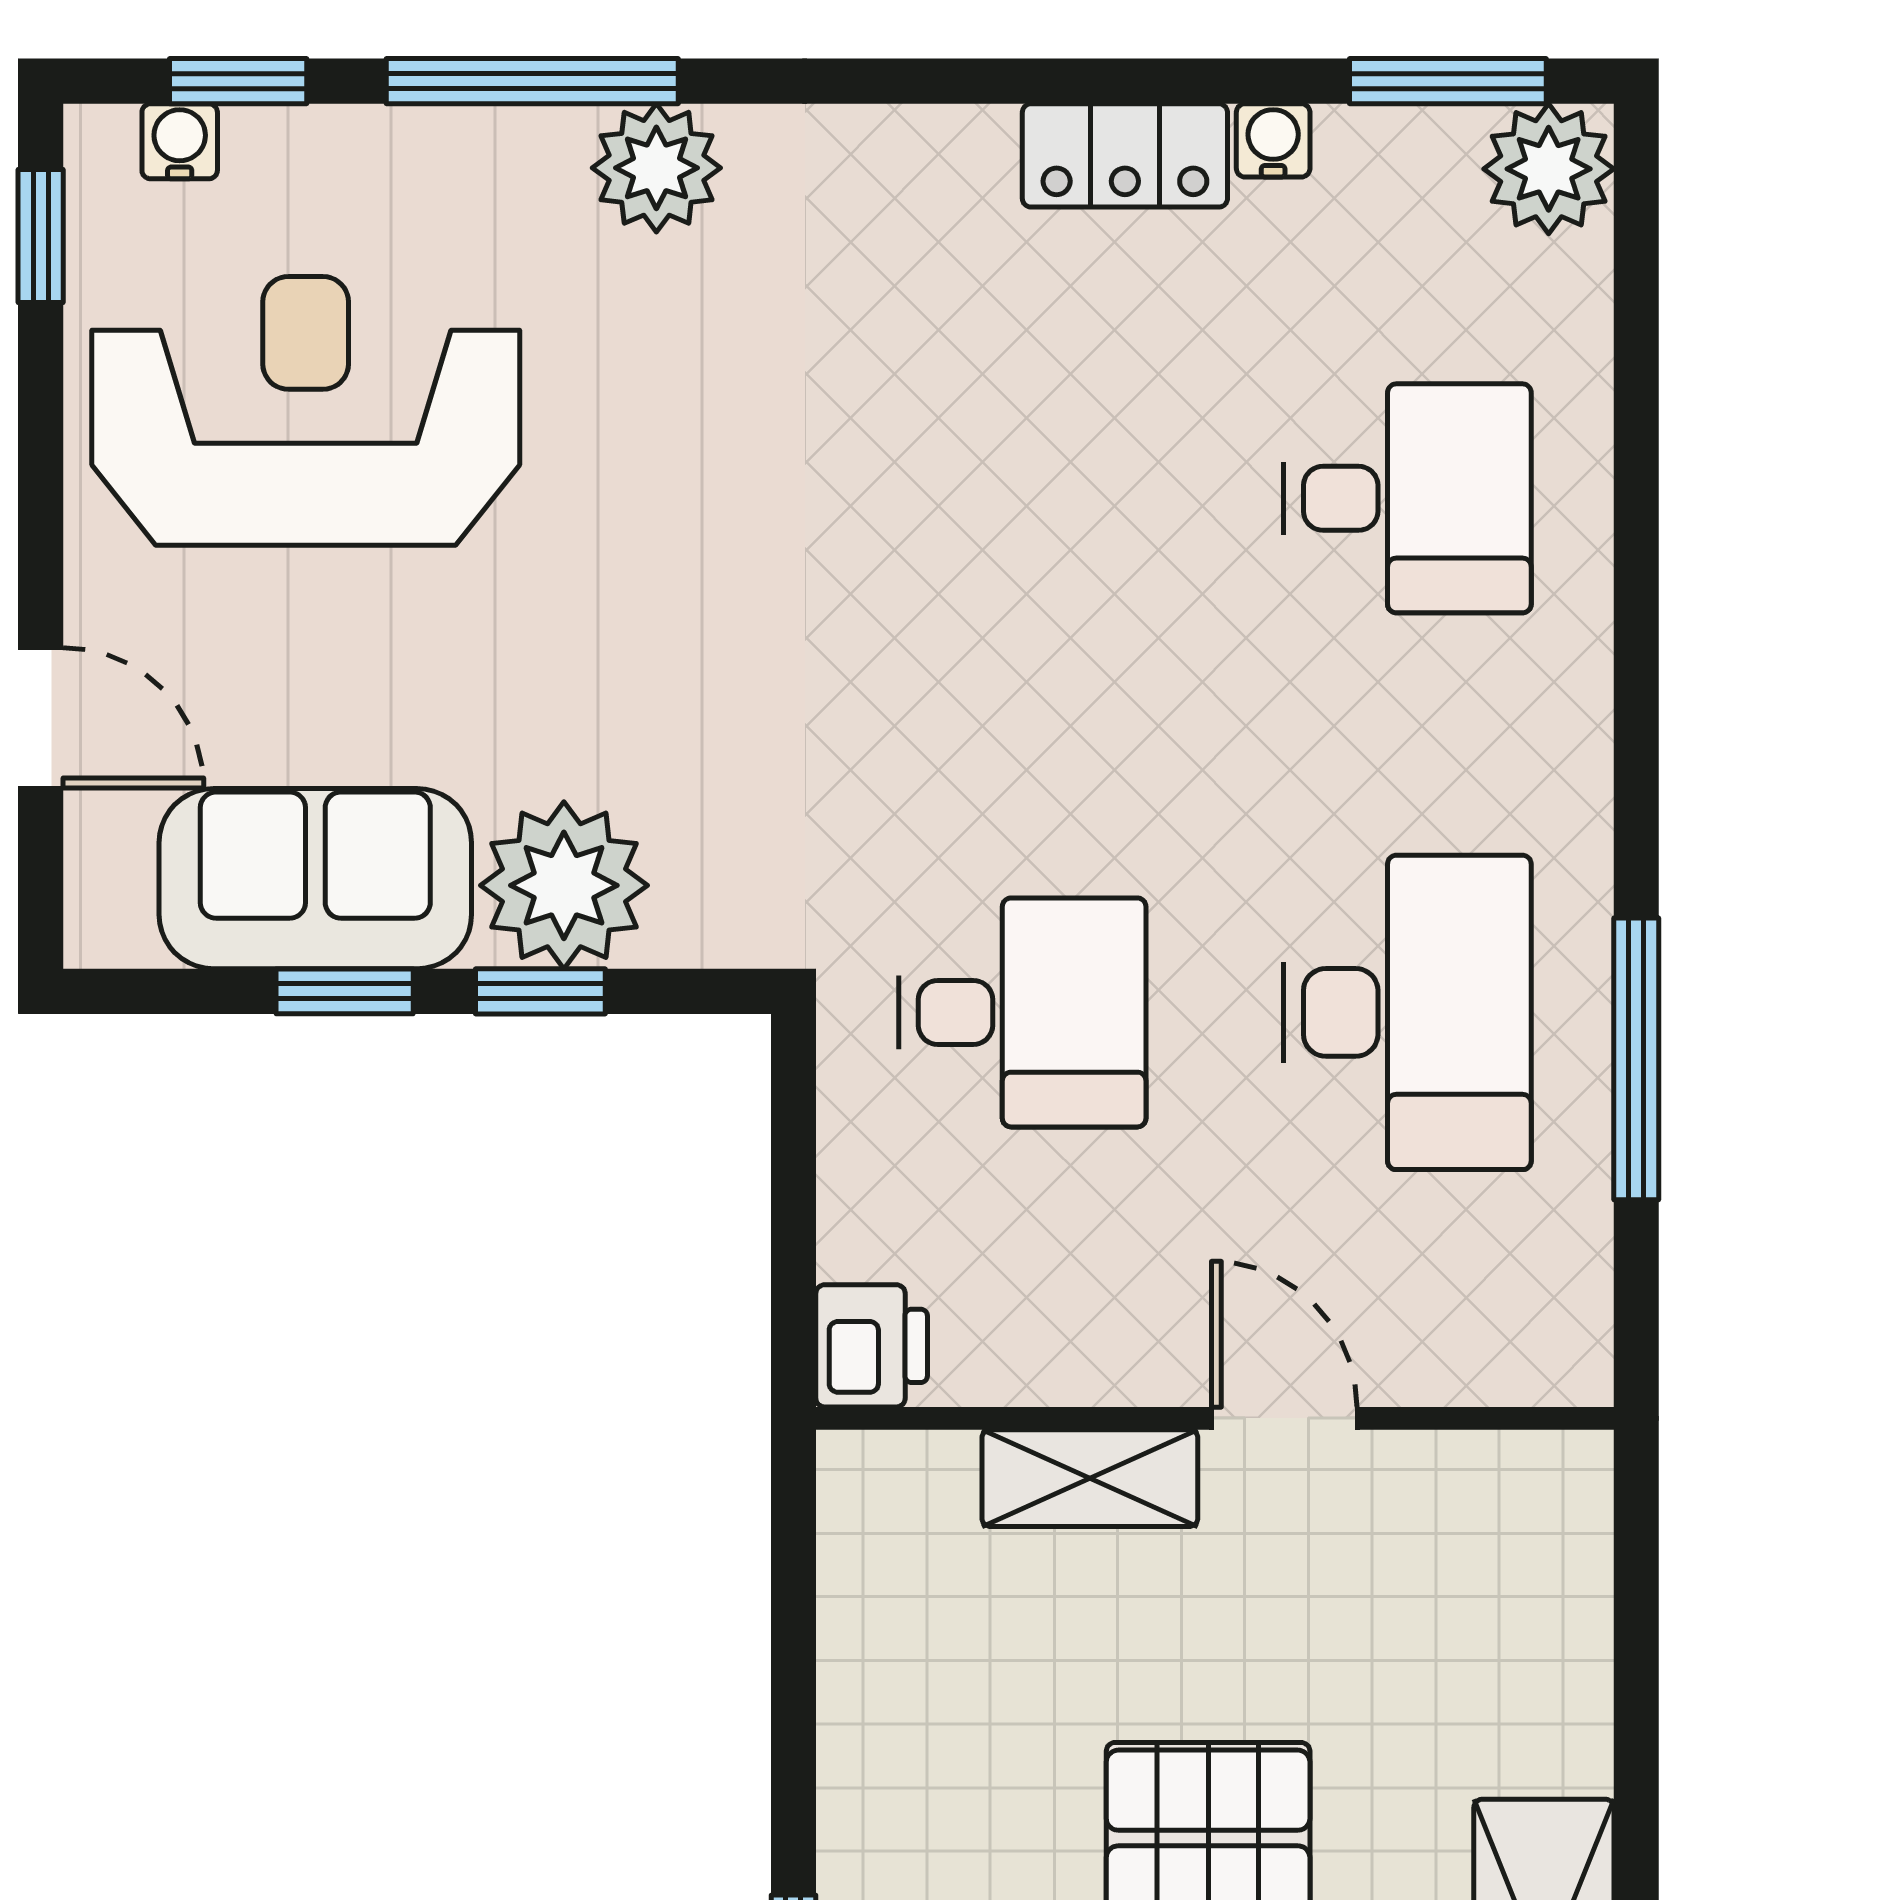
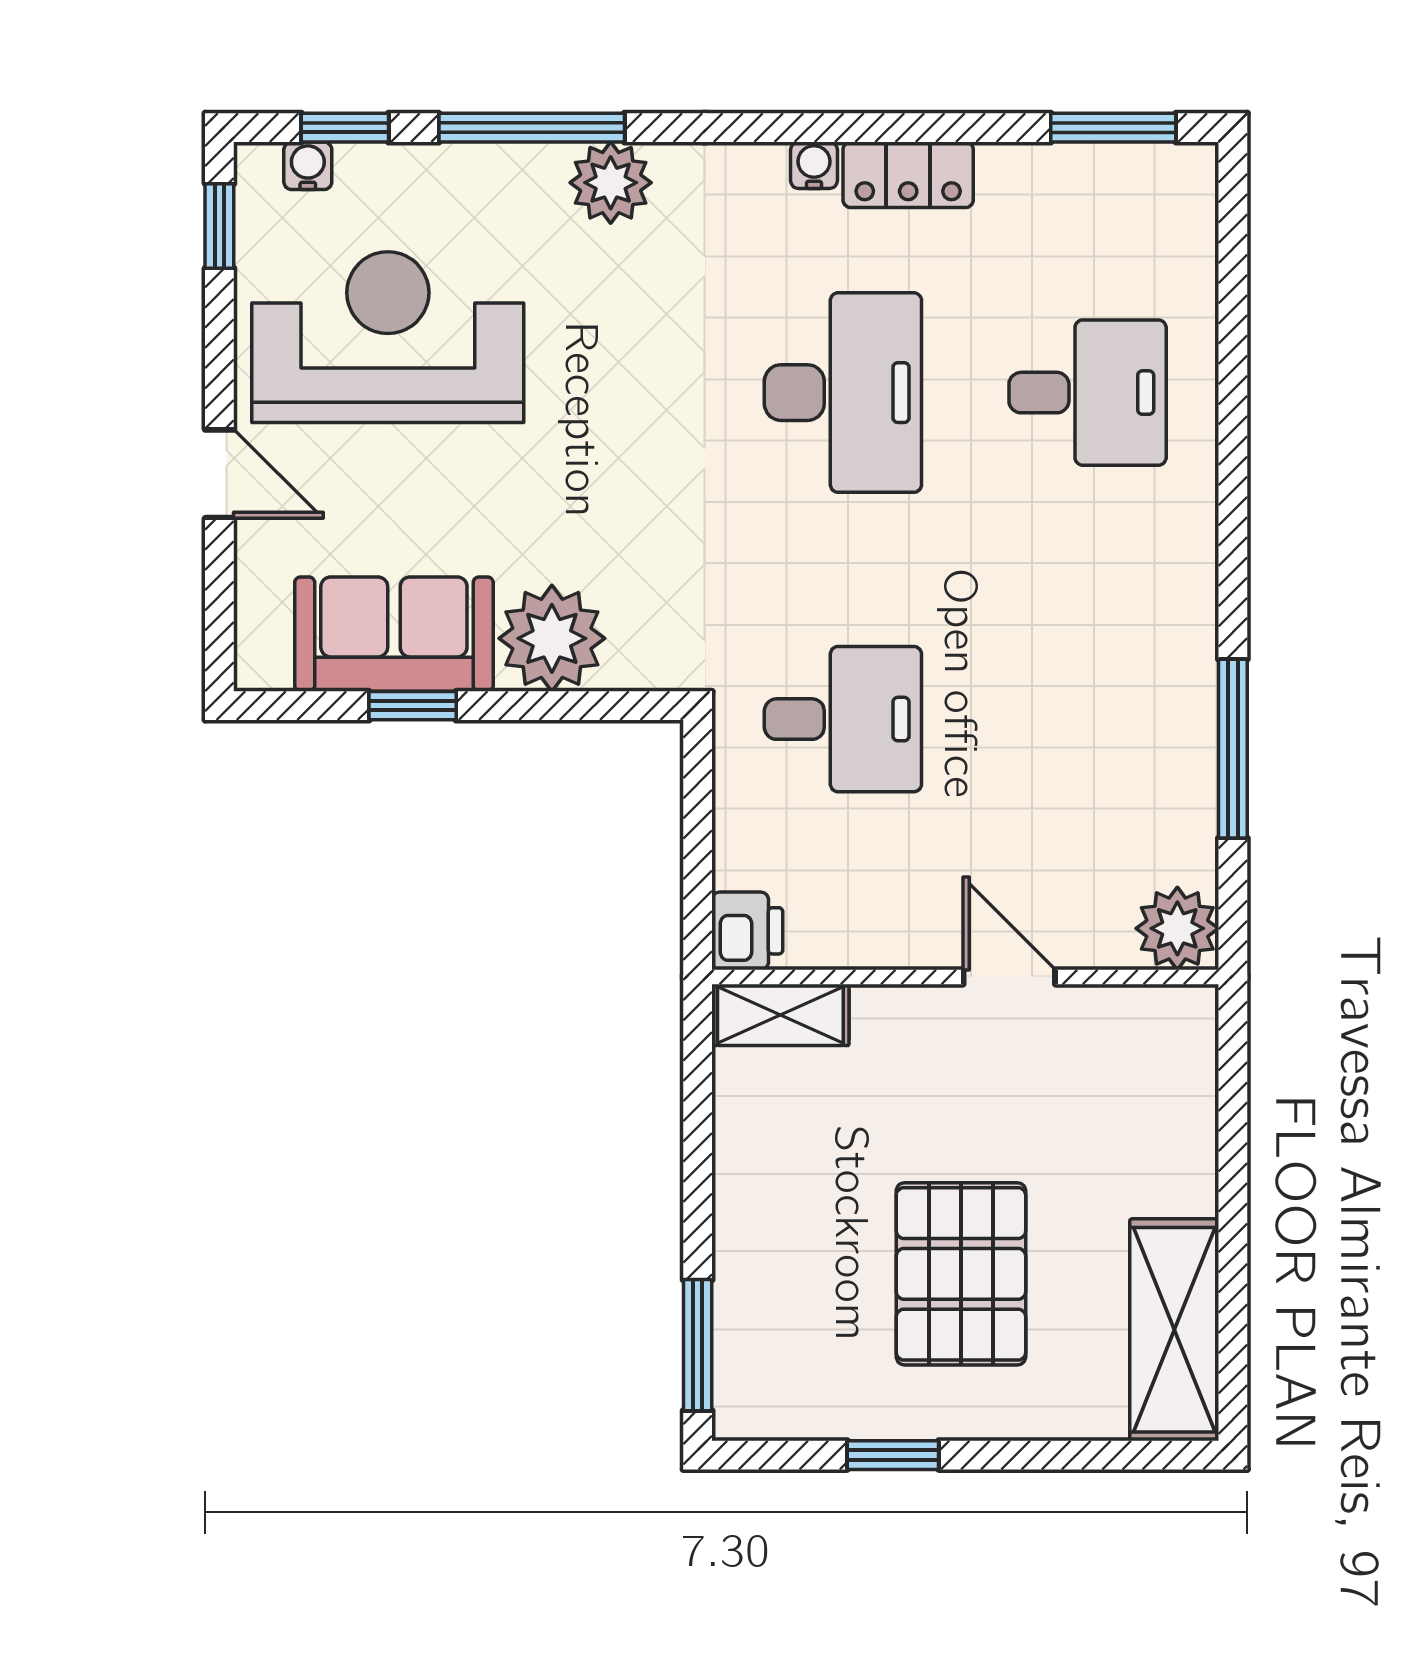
water cooler: (1273, 140) -> (814, 165), moved
plant: (1549, 169) -> (1177, 928), moved
door: (41, 718) -> (219, 474), moved
window: (540, 991) -> (537, 706), removed
desk: (1407, 1012) -> (843, 393), moved
shelving: (1090, 1478) -> (780, 1015), moved

